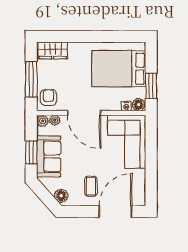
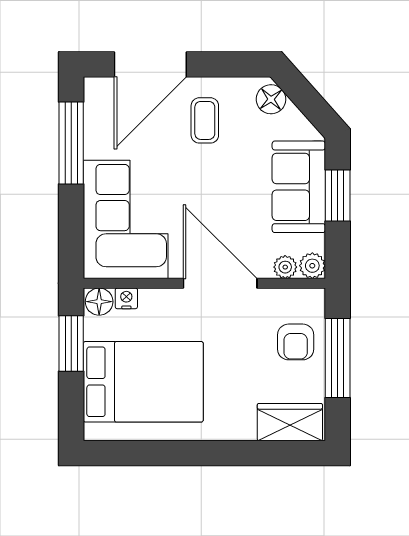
armchair: (48, 97) -> (296, 342), moved
window: (151, 176) -> (71, 143), added

